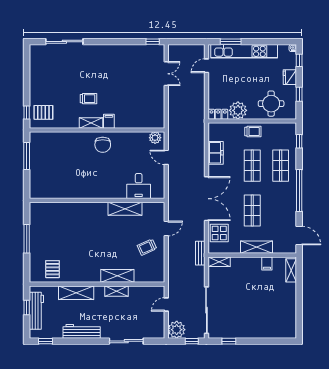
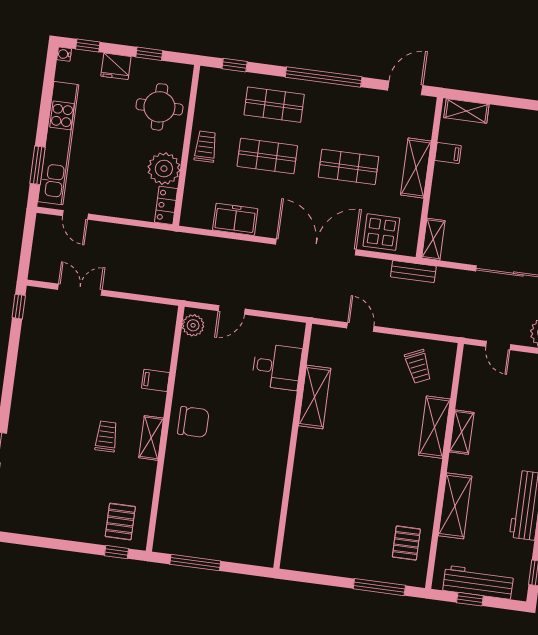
filing cabinet: (109, 121) -> (156, 380), moved
window: (27, 239) -> (379, 587), moved
trolley: (147, 247) -> (418, 366), moved
pallet: (52, 269) -> (406, 543), turned 90

